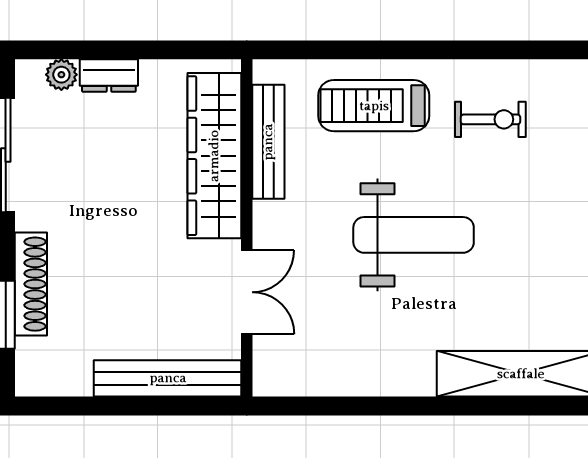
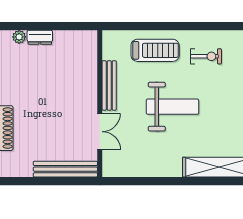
treadmill: (374, 106) -> (155, 50), turned 180
bench: (268, 142) -> (109, 85), moved
wardrobe: (214, 156) -> (86, 72), removed

